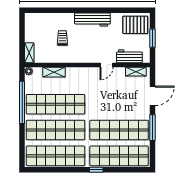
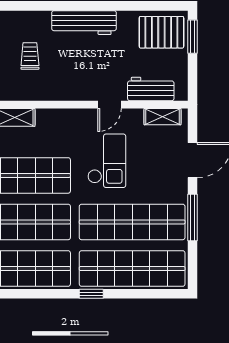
window: (152, 38) -> (192, 37), moved
checkout: (105, 96) -> (107, 161), added

